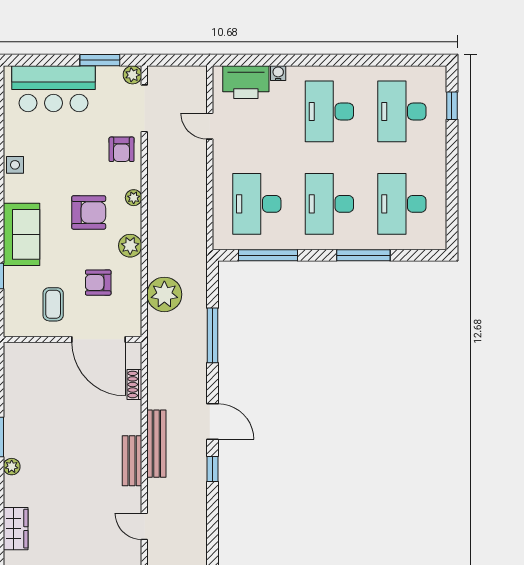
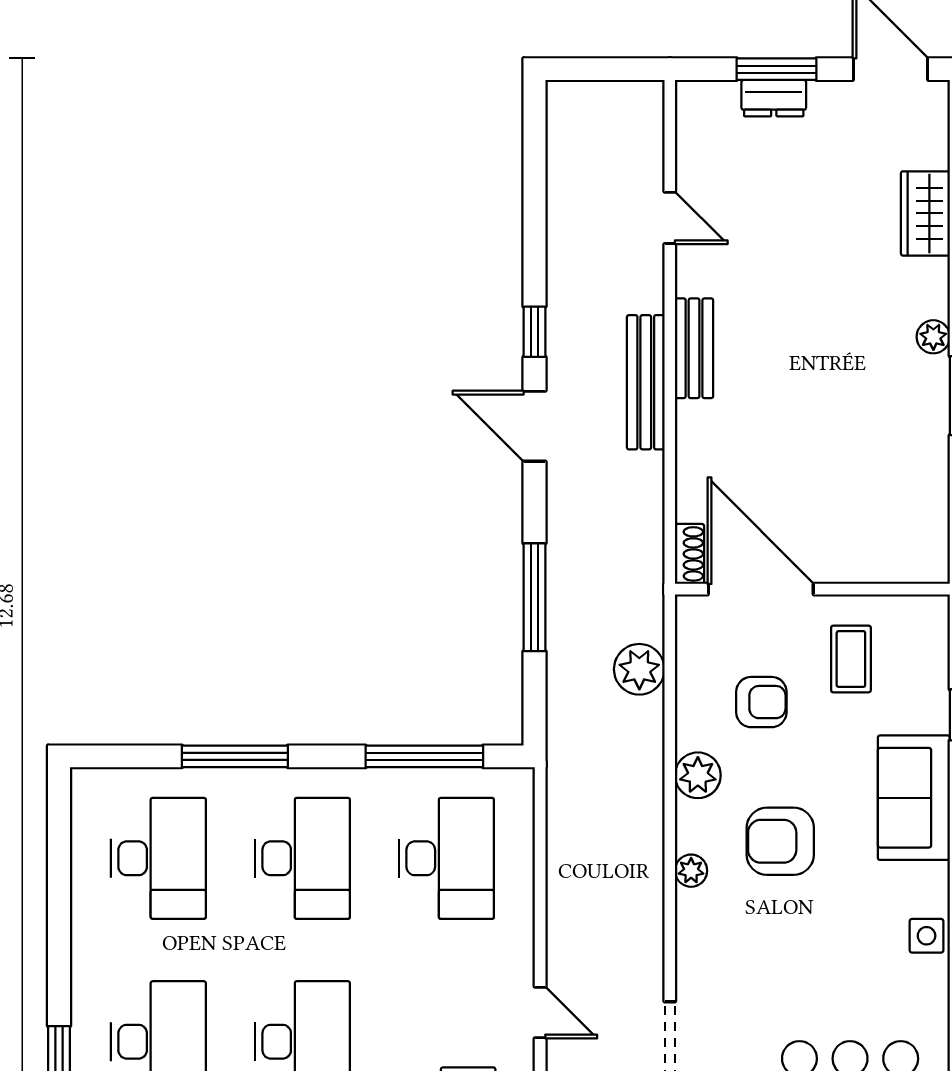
armchair: (122, 149) -> (715, 967), removed
plant: (164, 294) -> (639, 669), width x0.73, depth x0.73
shoe rack: (134, 384) -> (690, 554), moved

